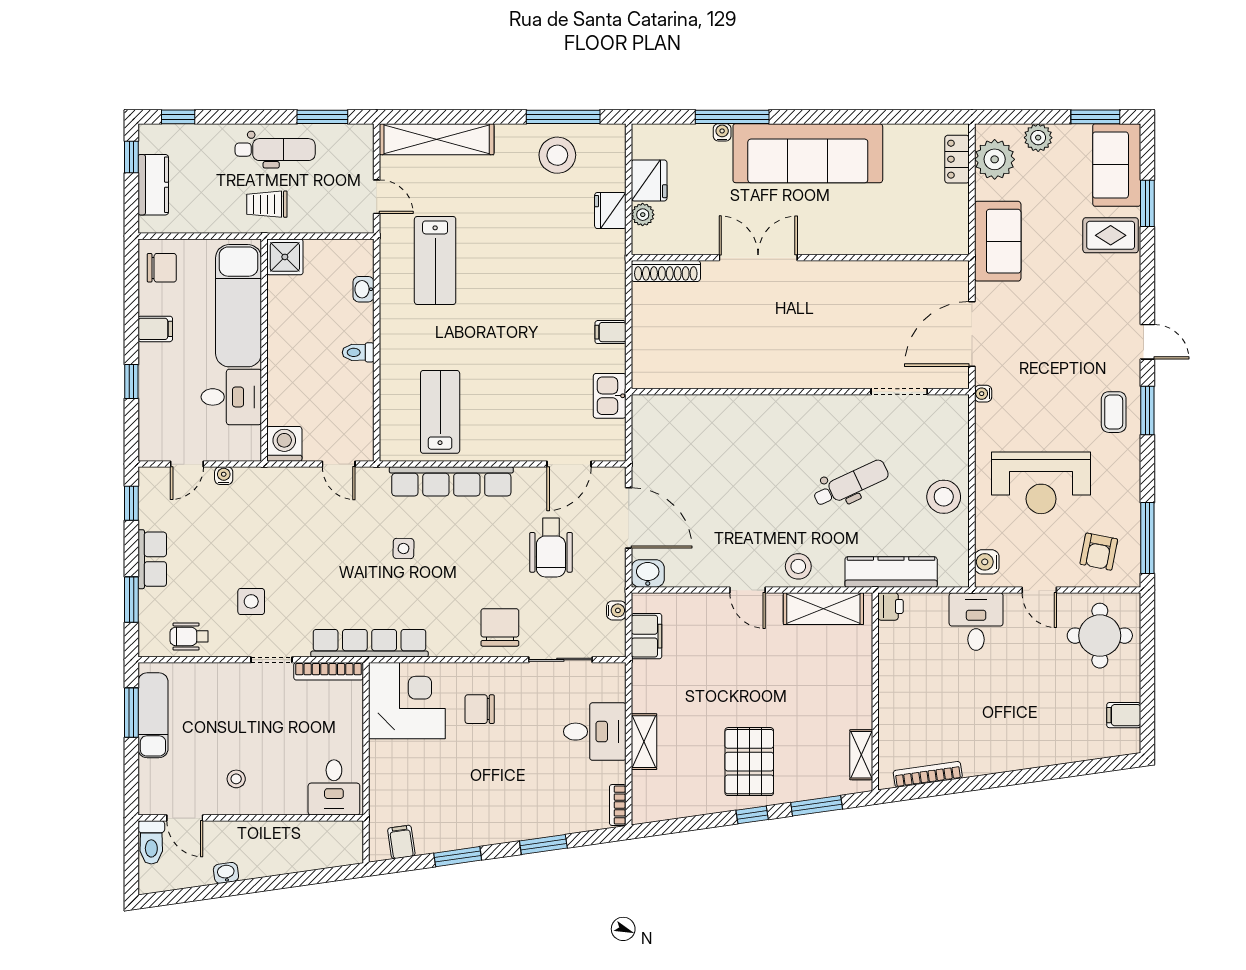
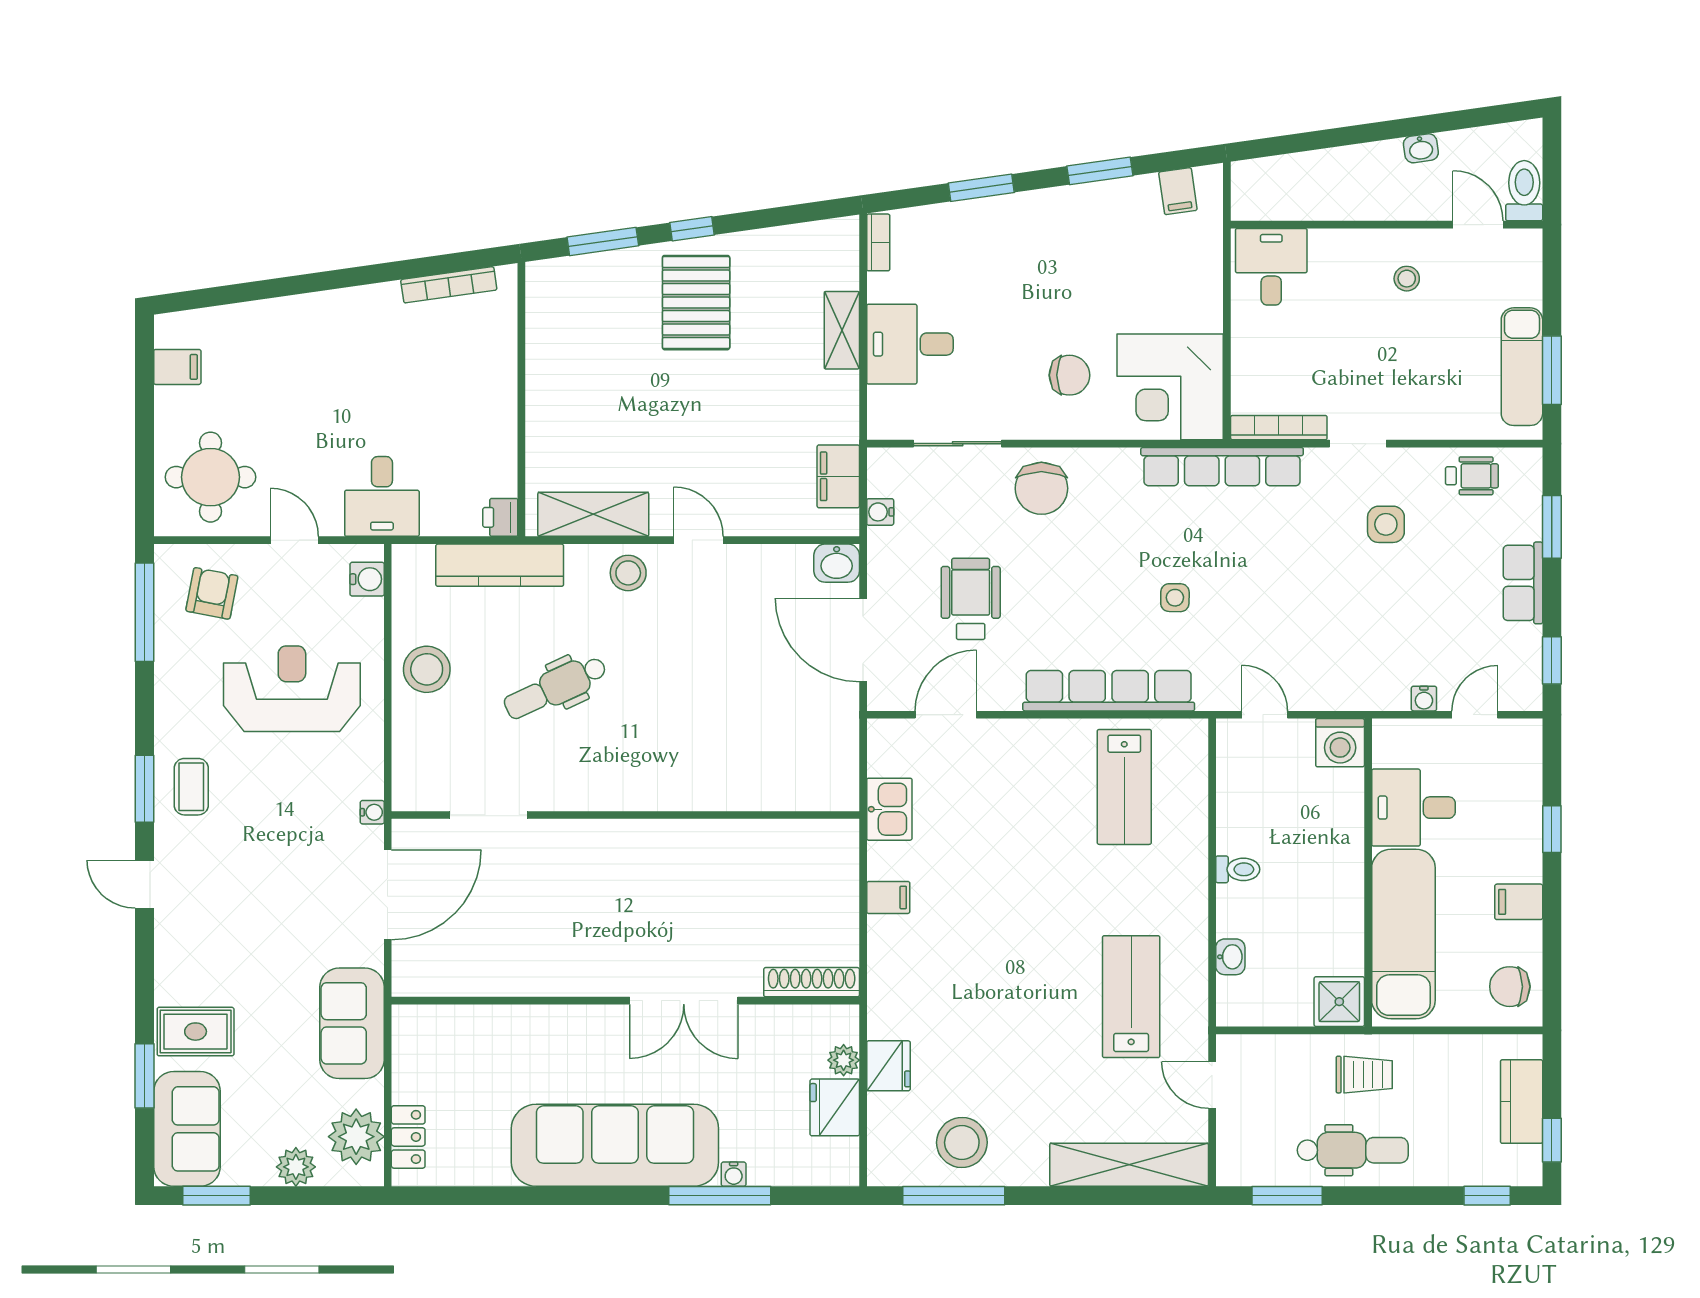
dental chair: (275, 150) -> (1353, 1150), turned 180
shelving: (861, 755) -> (541, 312), removed

